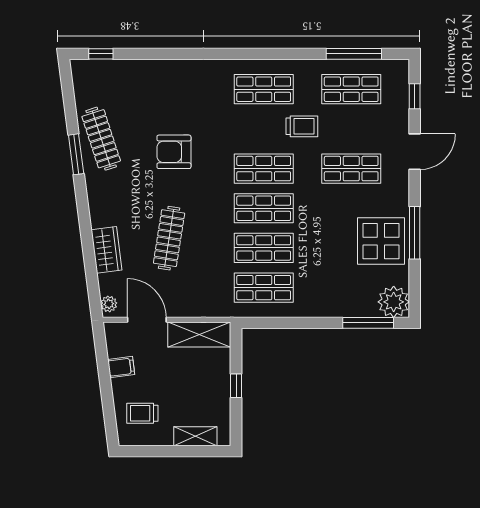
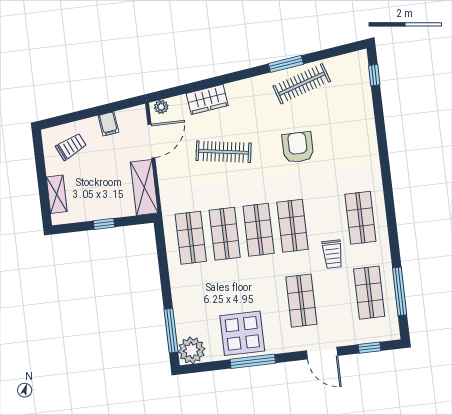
trolley: (142, 413) -> (71, 147), turned 65

